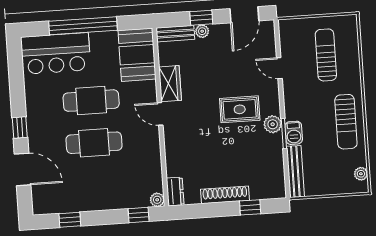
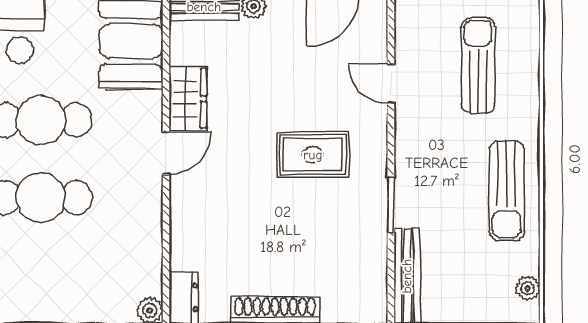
door: (160, 114) -> (166, 153), swing flipped
plant: (273, 124) -> (371, 186), removed
barbecue: (294, 133) -> (409, 204), removed

